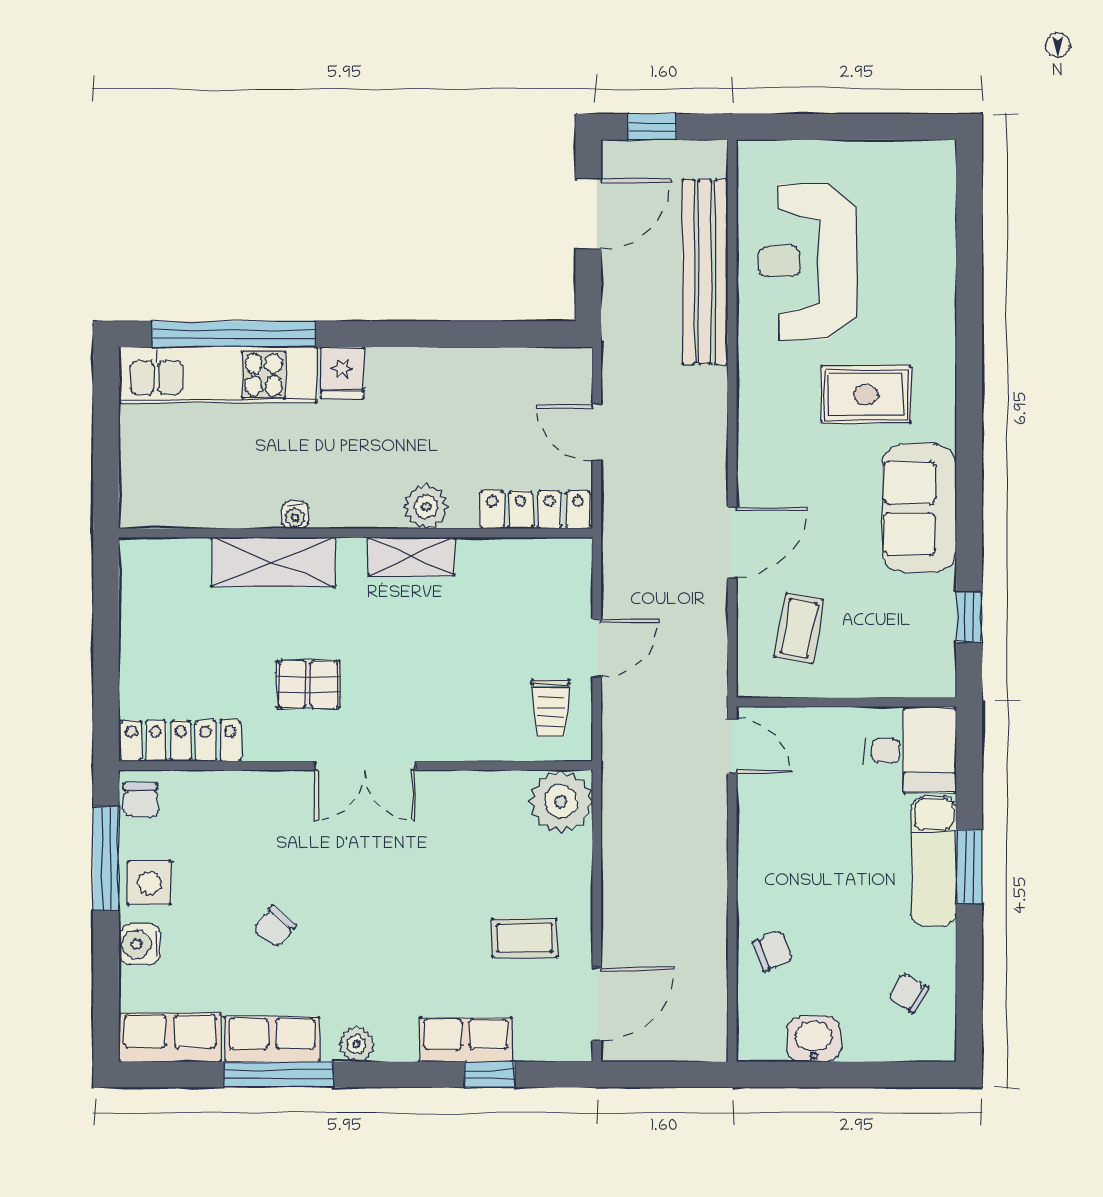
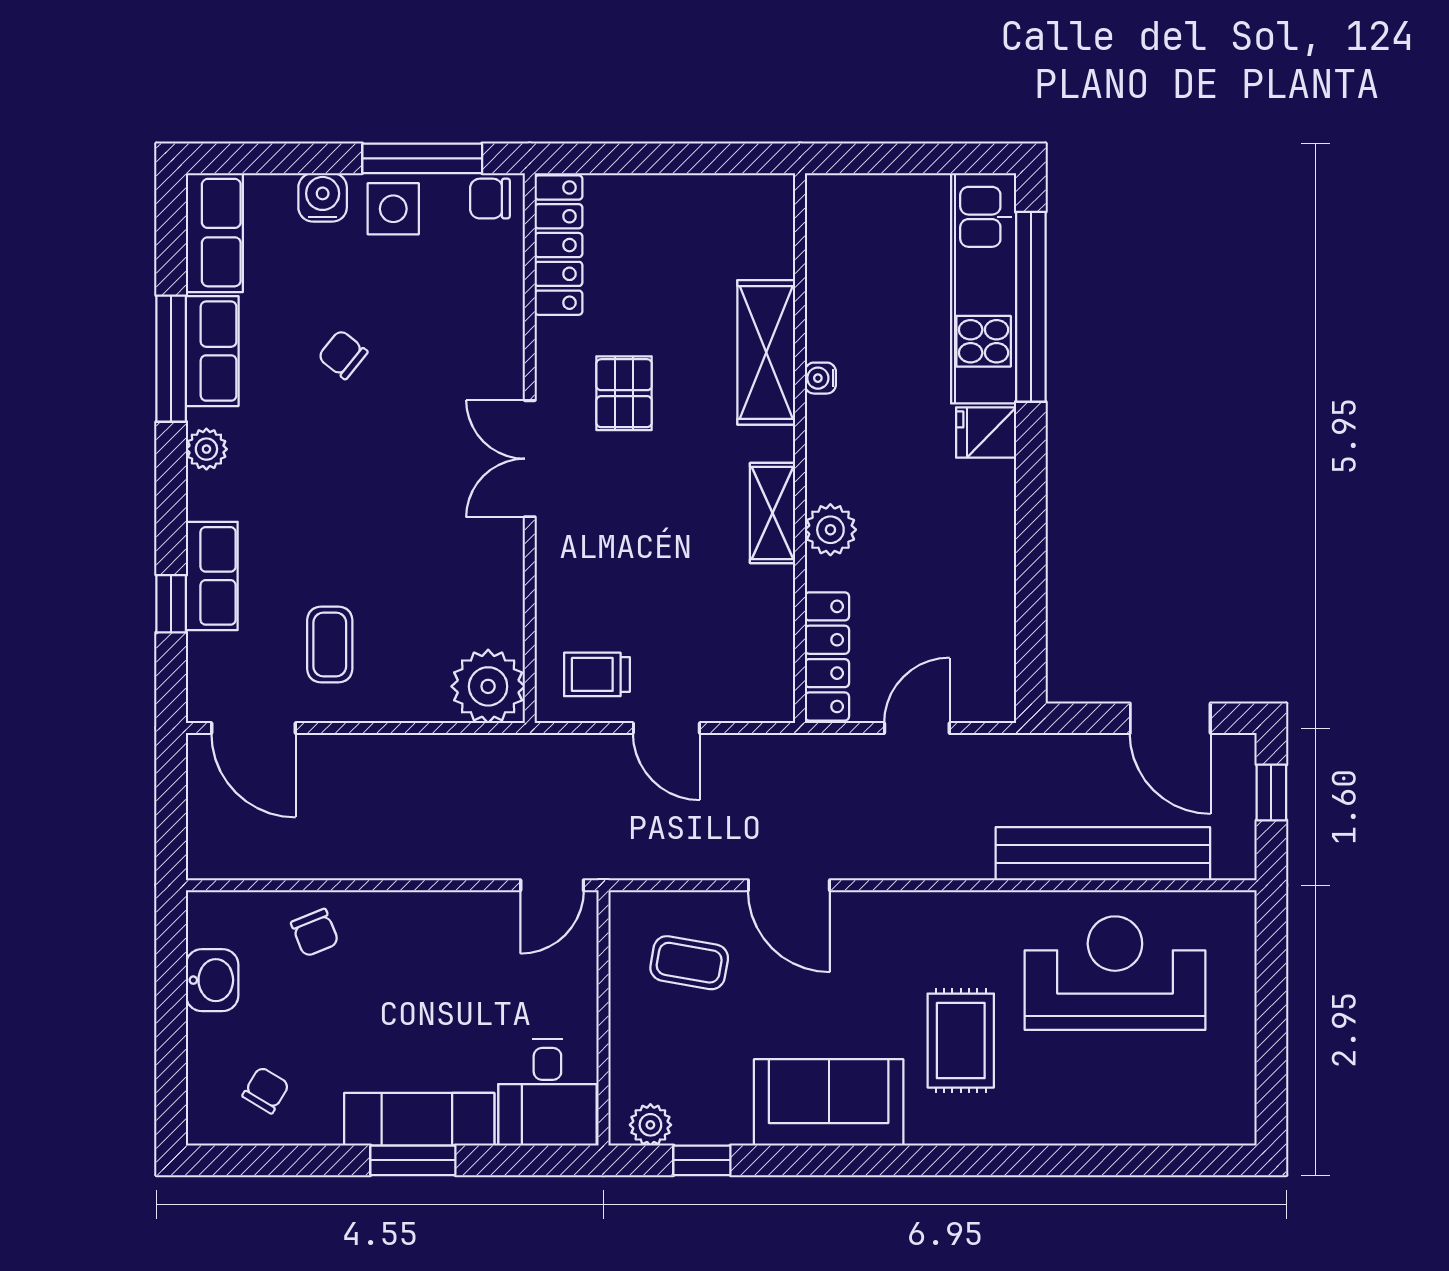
plant: (939, 662) -> (650, 1125), added

